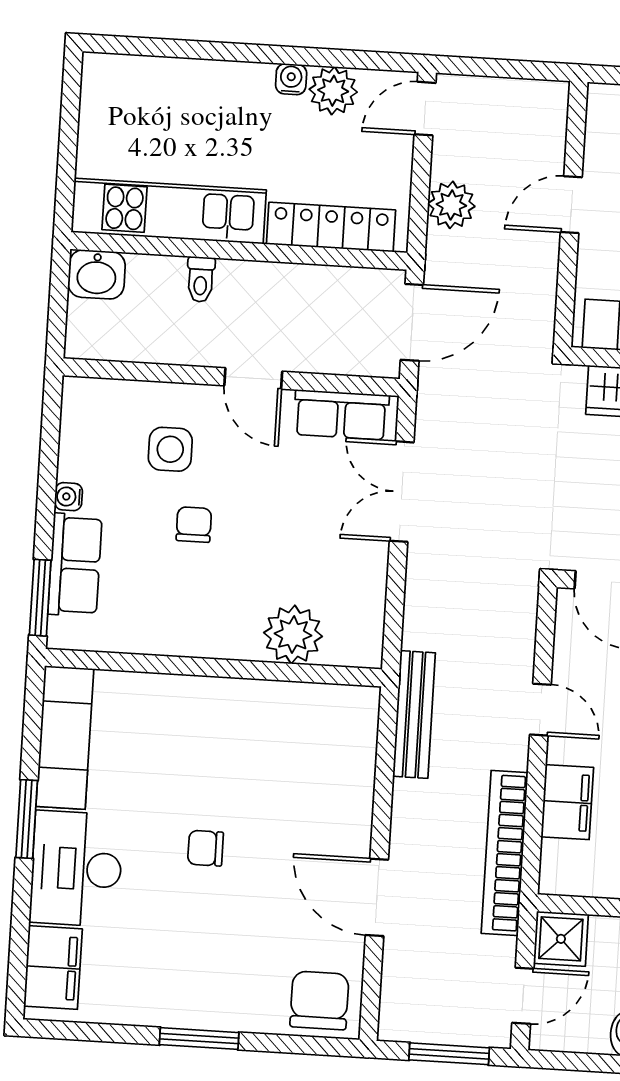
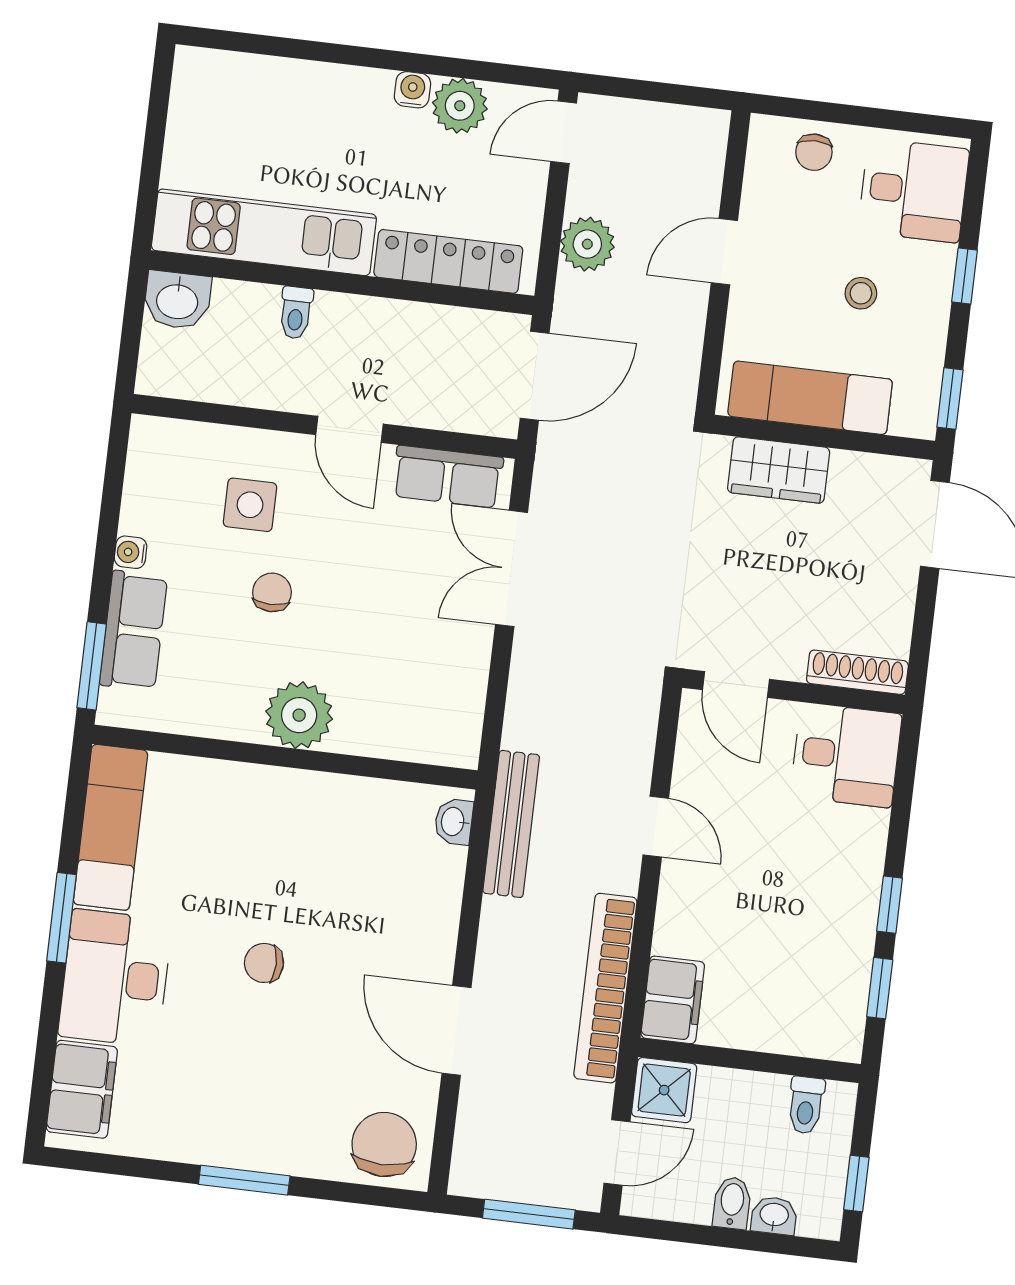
plant: (293, 634) -> (299, 715), moved
washbasin: (364, 715) -> (454, 822), added
filing cabinet: (567, 802) -> (673, 1000), moved

